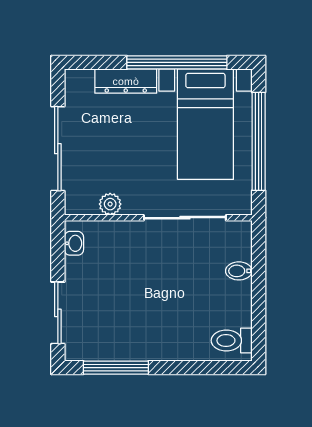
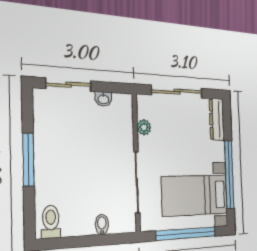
dresser: (126, 81) -> (217, 119), moved
washbasin: (74, 243) -> (103, 99), moved
window: (116, 368) -> (28, 160), moved

